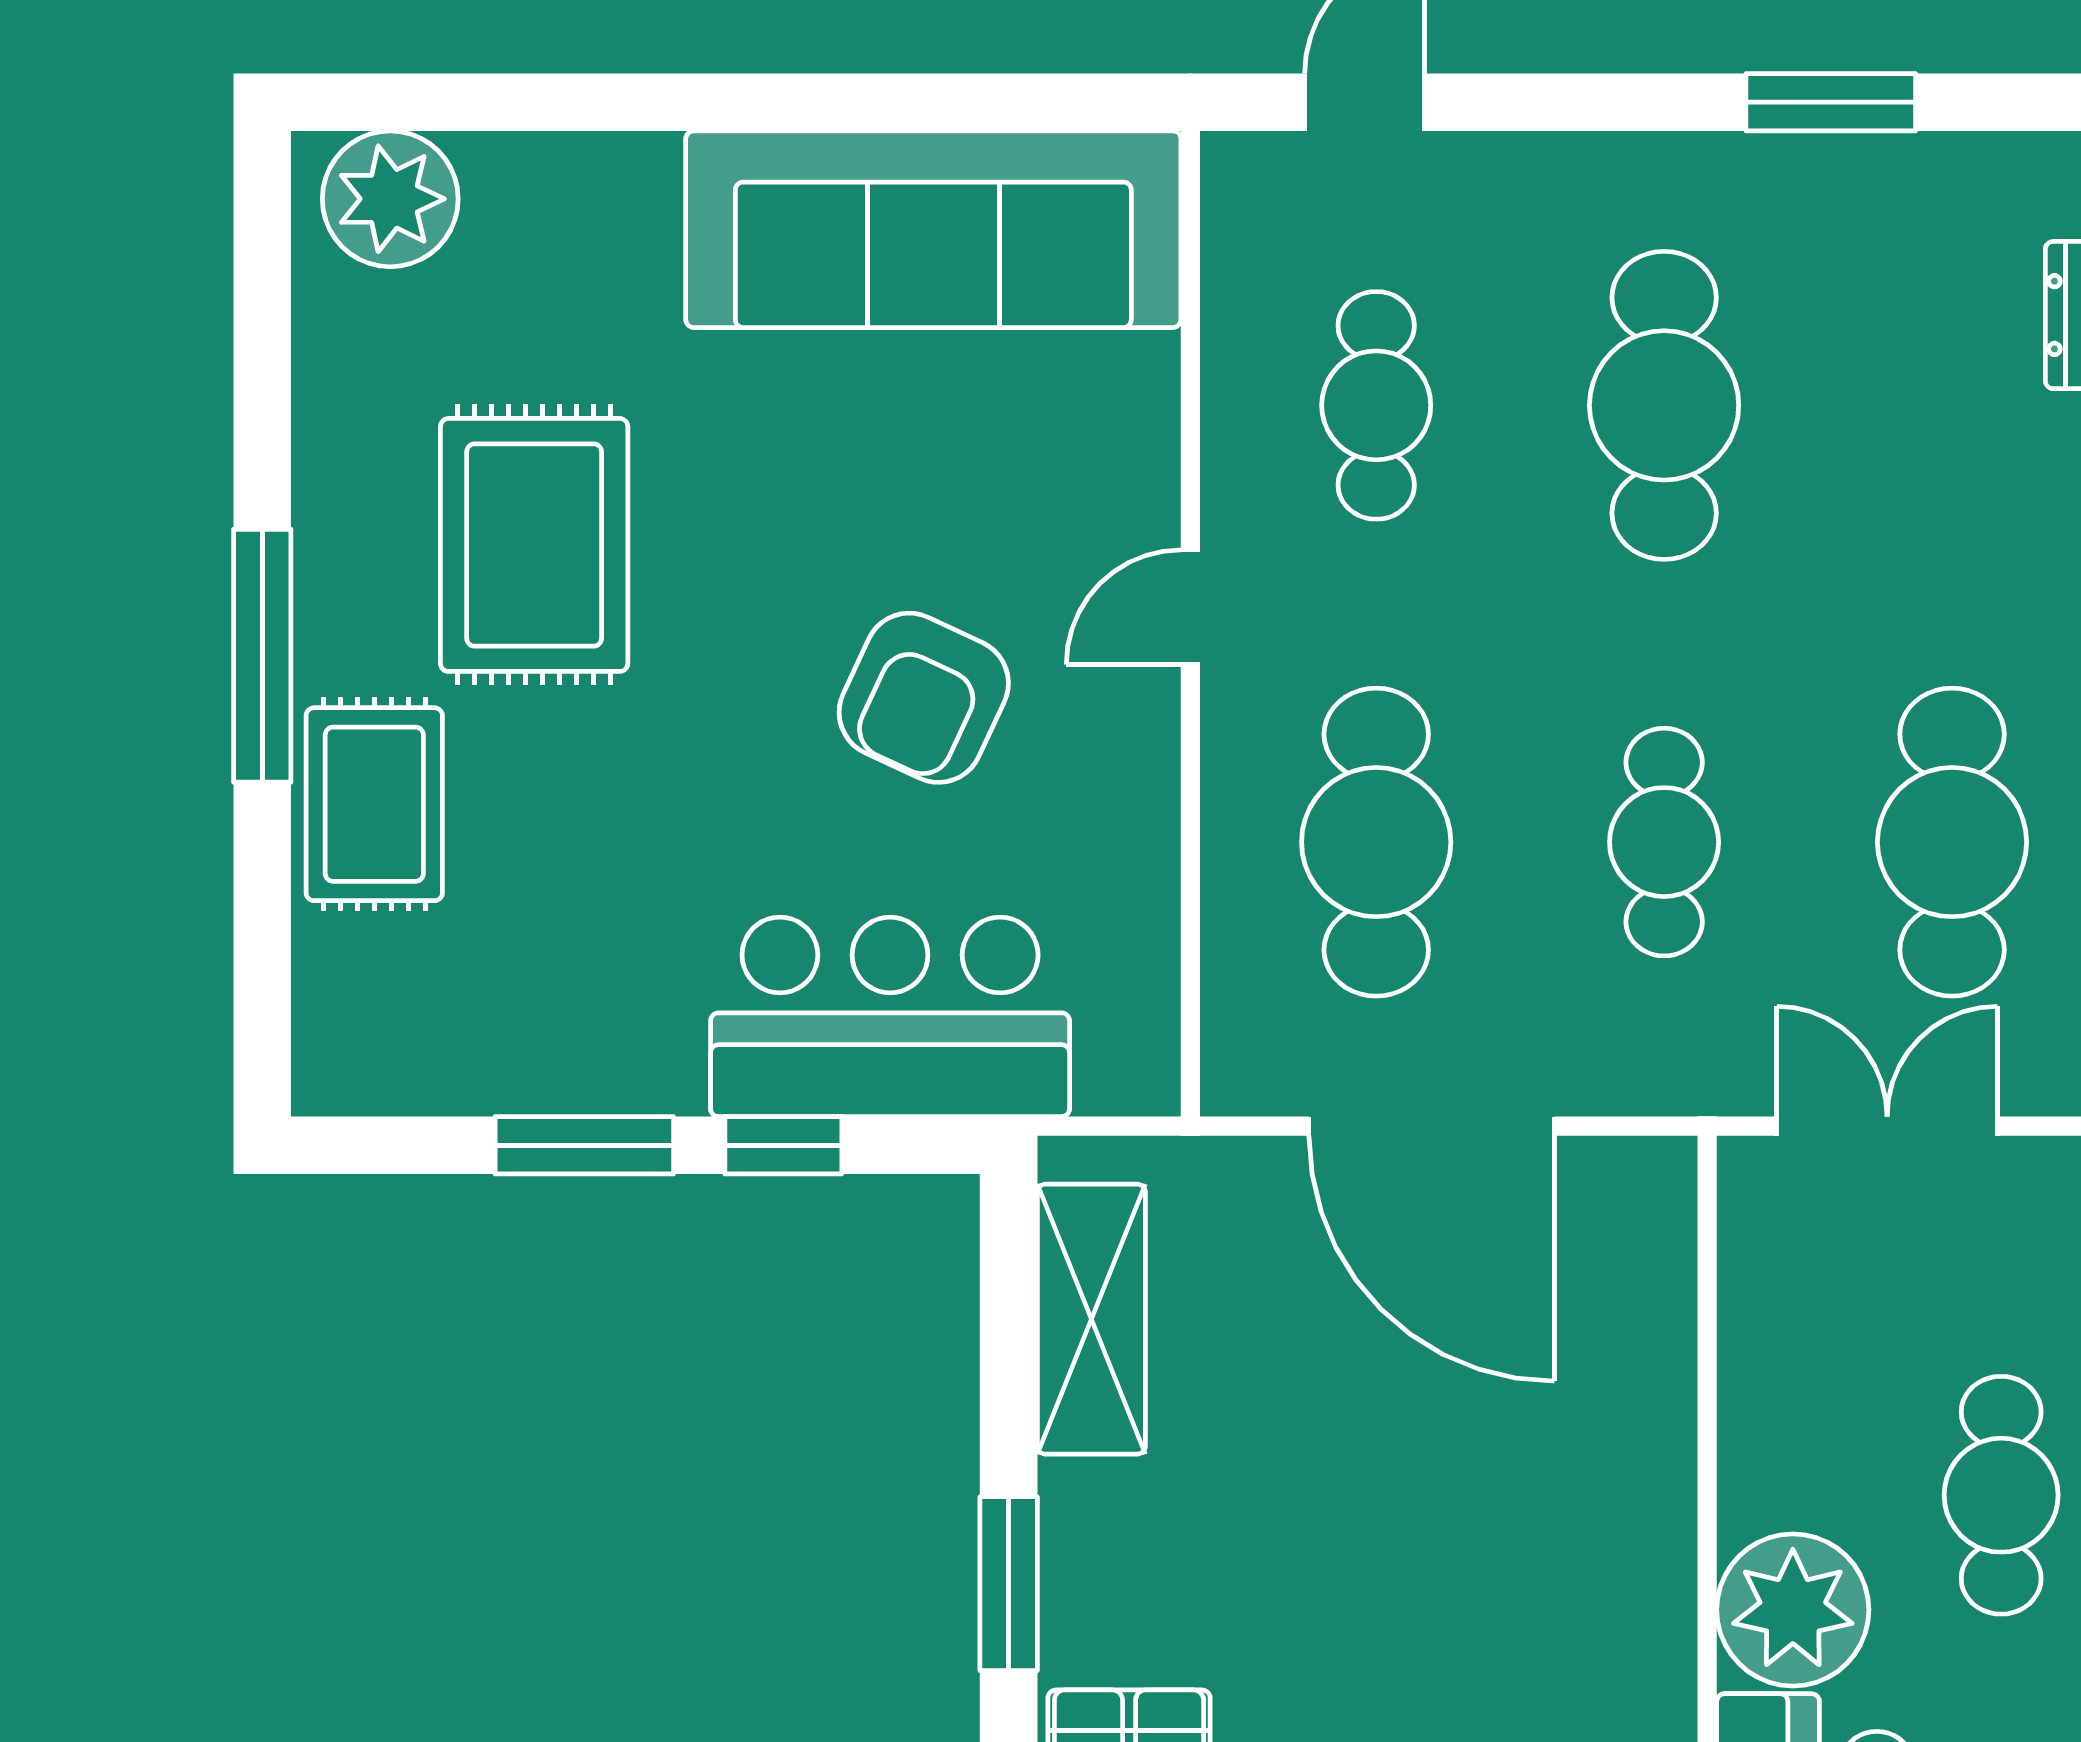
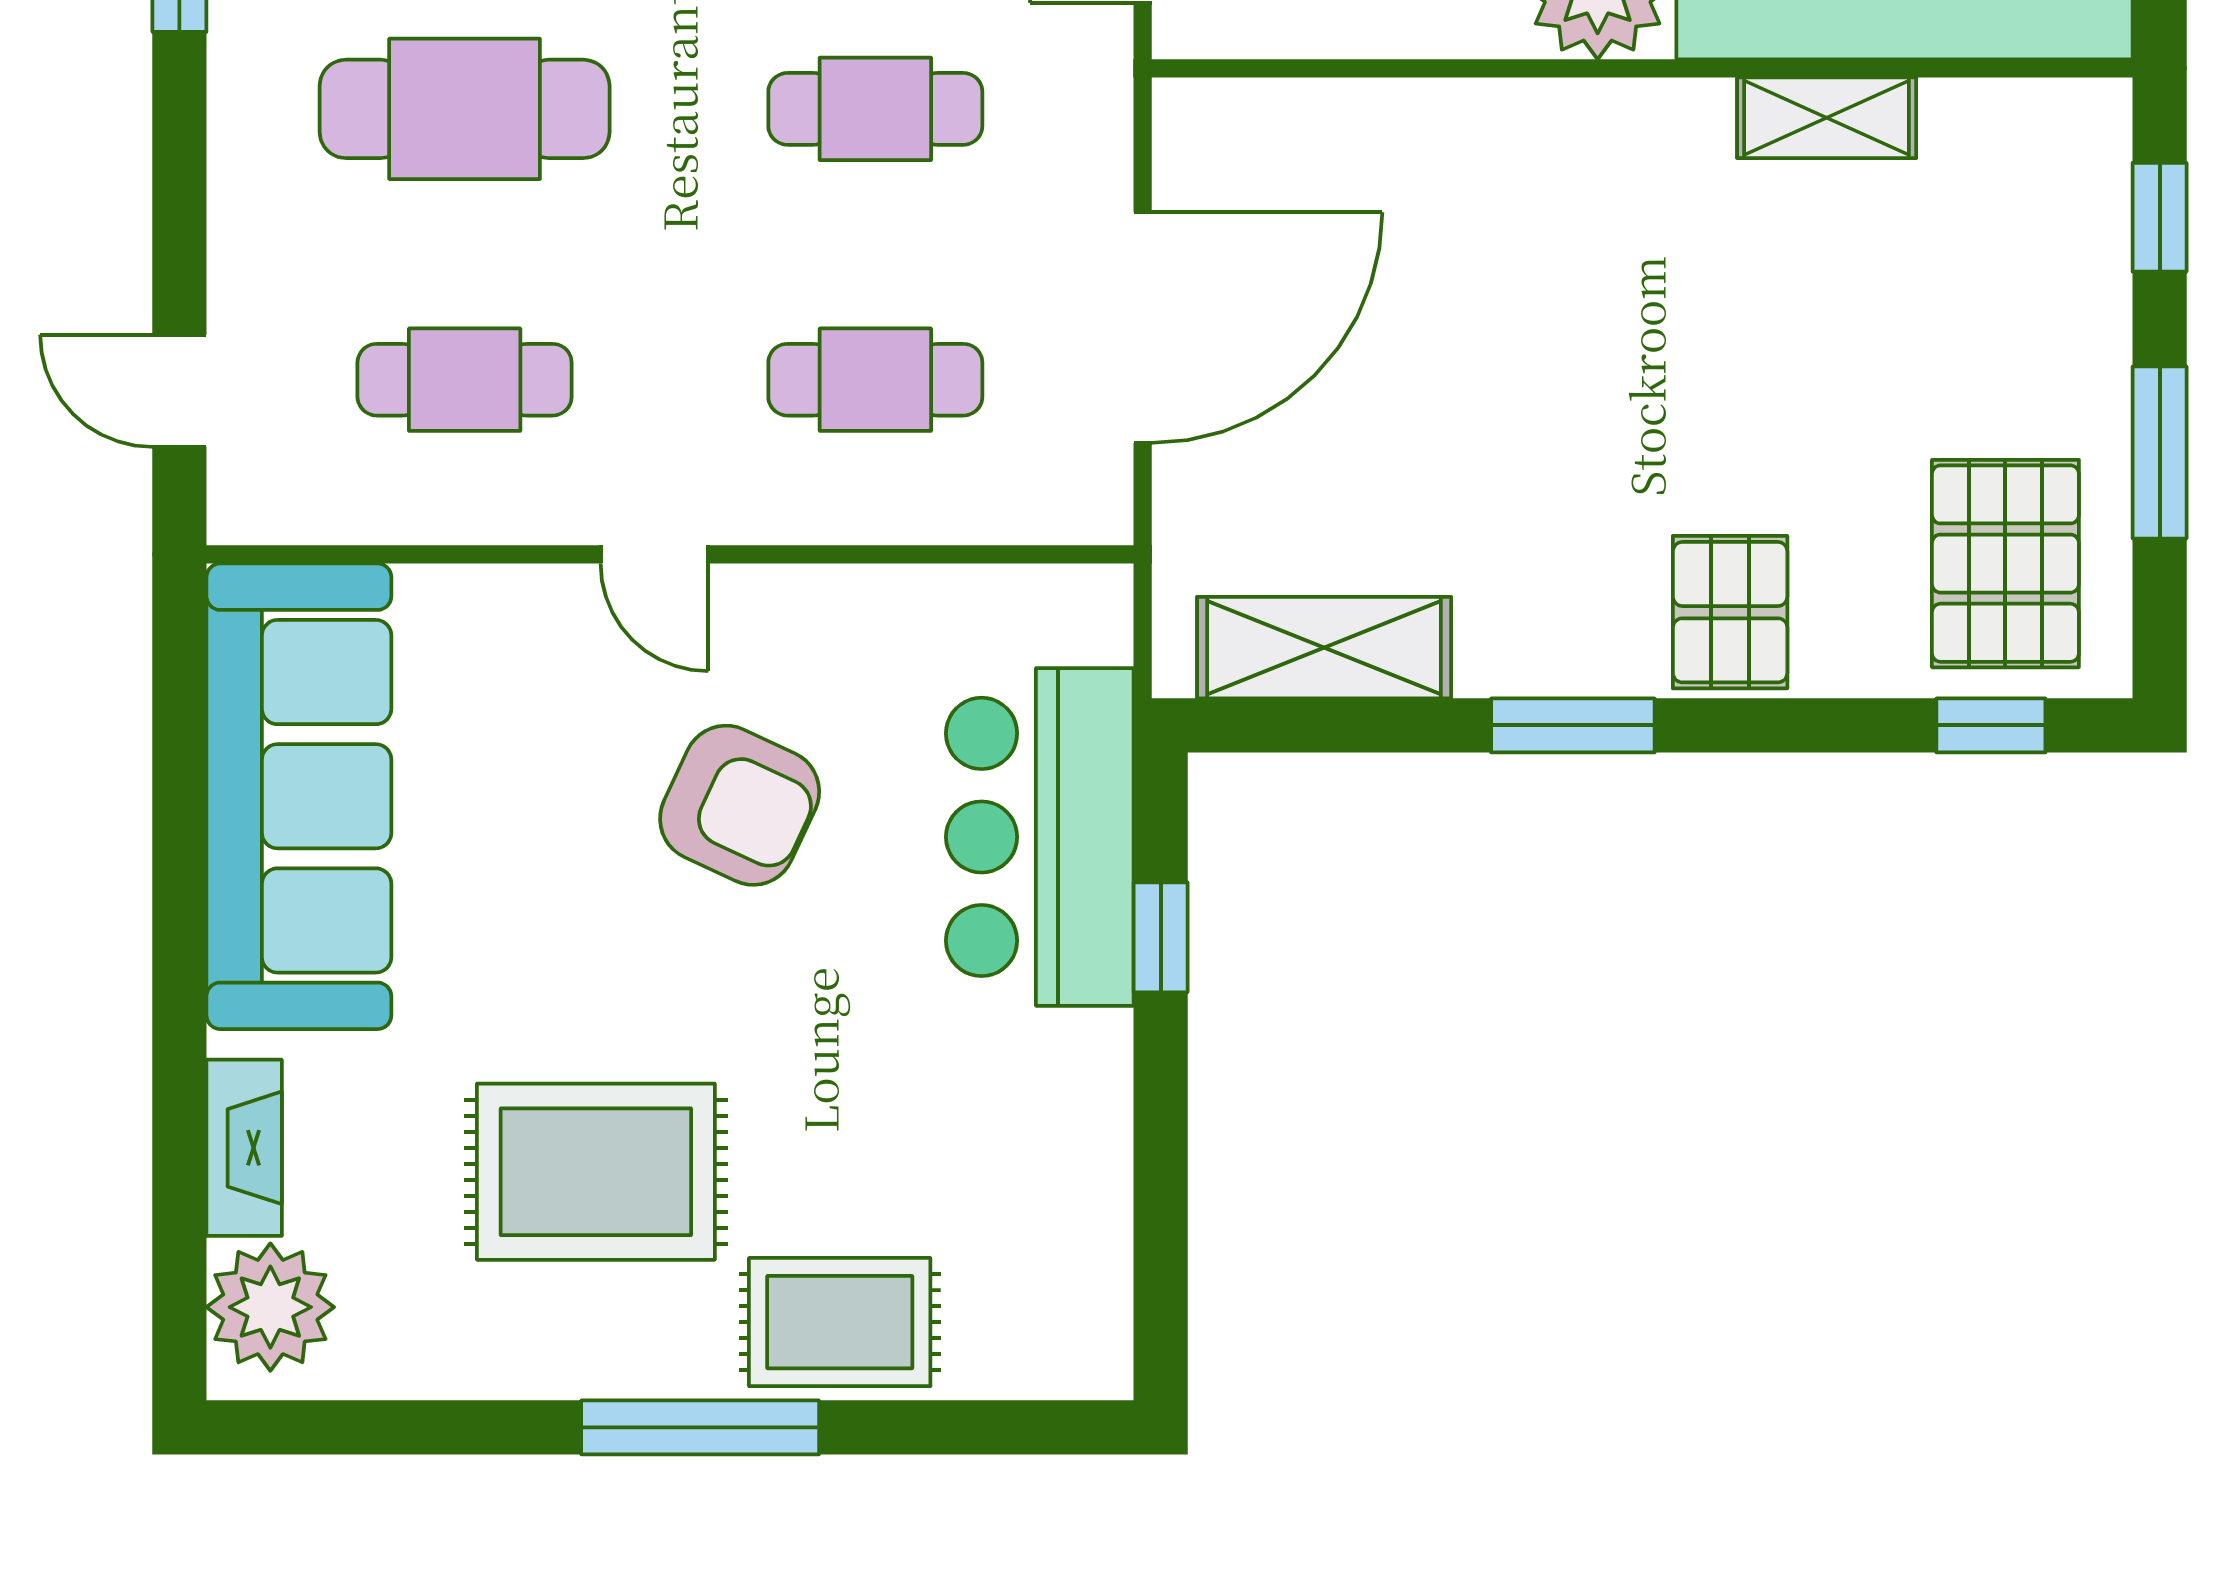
fireplace: (560, 171) -> (244, 1148), added
cafe table: (1376, 842) -> (875, 380), width x0.73, depth x0.74
window: (584, 1145) -> (1161, 1125), removed

